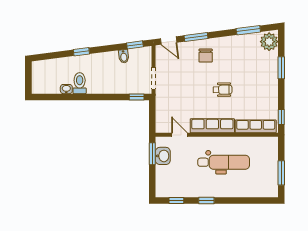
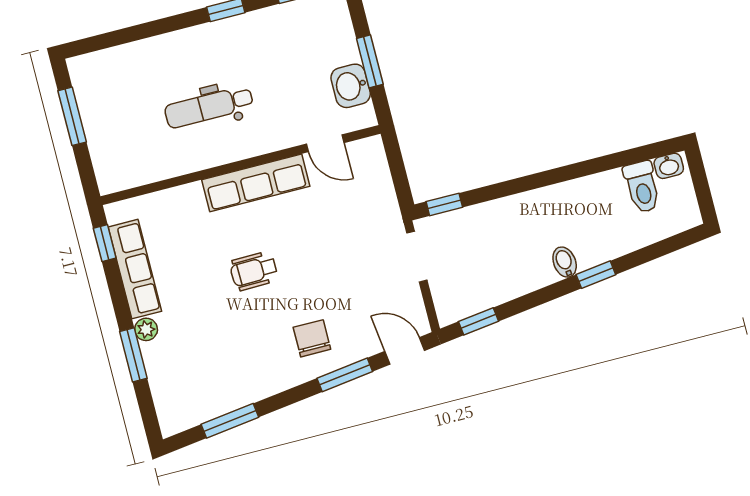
plant: (269, 42) -> (146, 329), moved, width x0.53, depth x0.53
bidet: (124, 56) -> (565, 262), moved
toilet: (80, 83) -> (642, 187), moved
washbasin: (66, 89) -> (669, 166), moved
row of seats: (256, 126) -> (135, 269), moved, turned -90
window: (152, 154) -> (370, 61), moved
dental chair: (224, 162) -> (209, 107), width x0.73, depth x0.72

